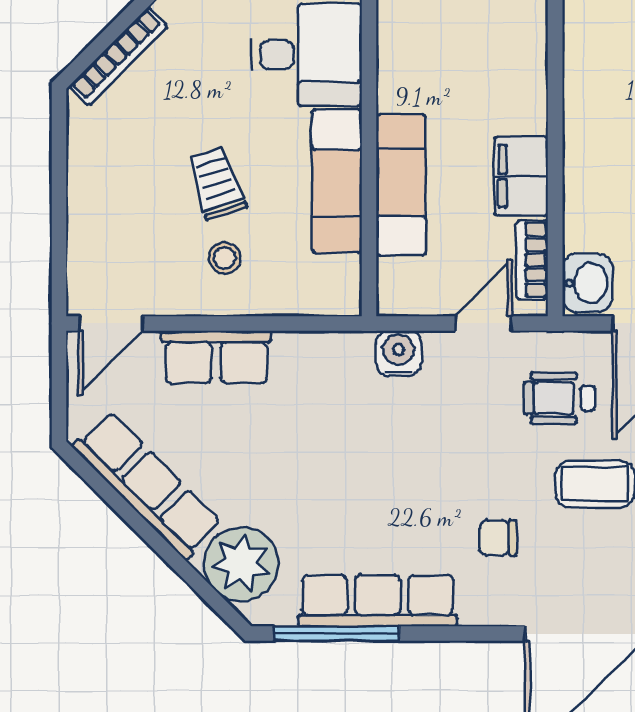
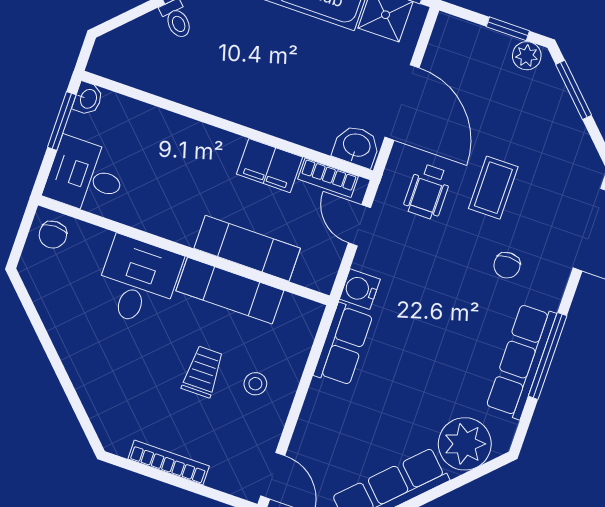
bookcase: (119, 56) -> (169, 462), moved, turned -45
trolley: (217, 183) -> (203, 372), turned 108
row of seats: (216, 357) -> (343, 345), moved
window: (337, 634) -> (548, 356), moved

